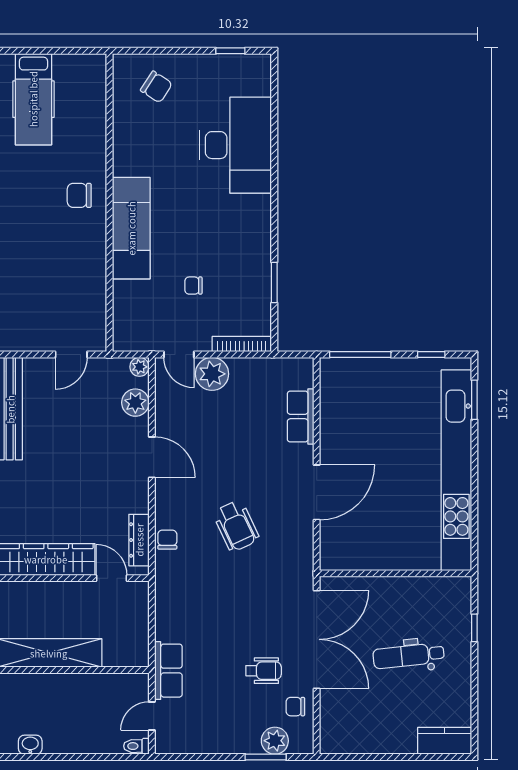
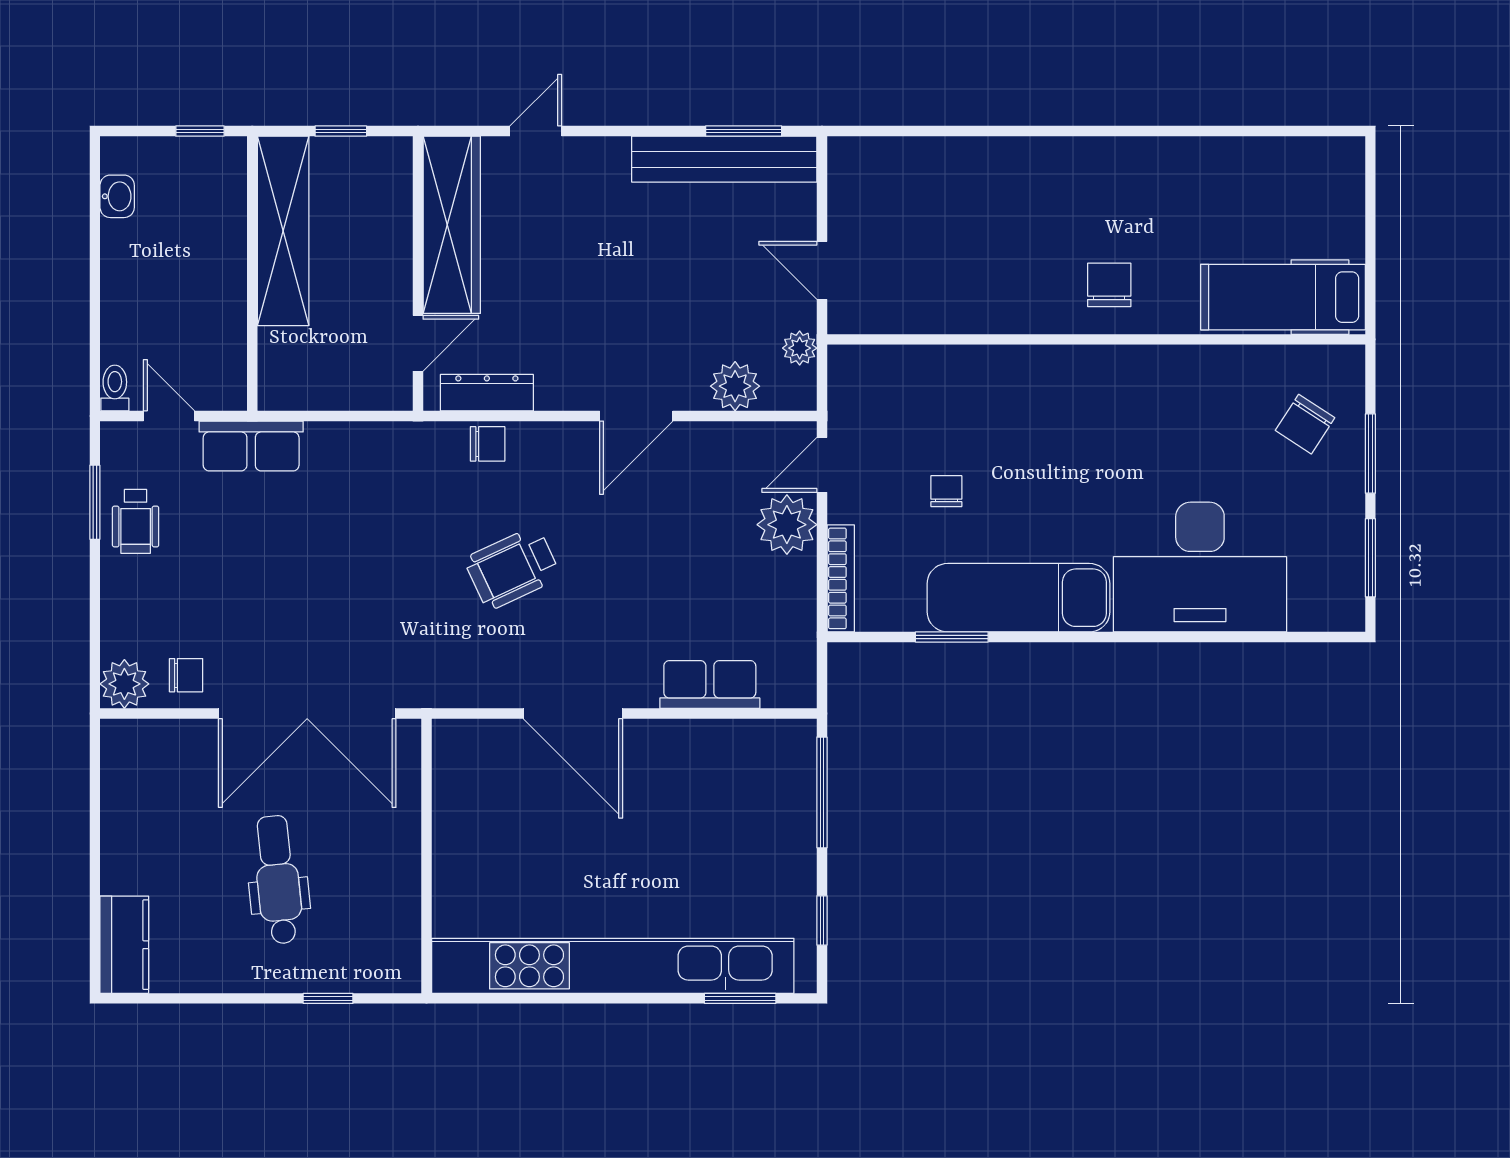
window: (173, 51) -> (1370, 454), added
window: (230, 51) -> (1370, 558), width x1.50
hospital bed: (33, 99) -> (1283, 297), moved
exam couch: (131, 228) -> (1018, 598), moved, turned 180
plant: (139, 367) -> (800, 348), moved
wheelchair: (264, 671) -> (136, 521), moved
chair: (295, 707) -> (186, 675), turned 90
plant: (275, 741) -> (124, 684), moved
window: (266, 757) -> (95, 502), moved

